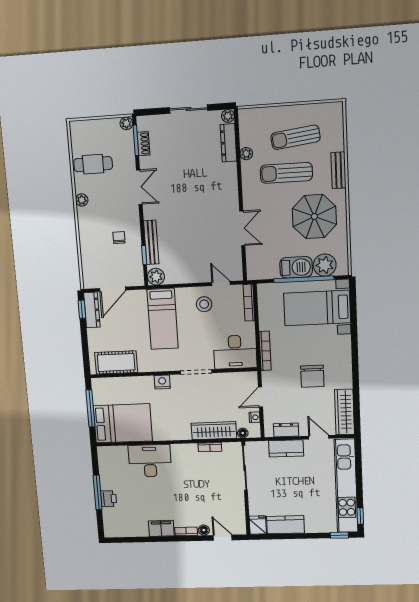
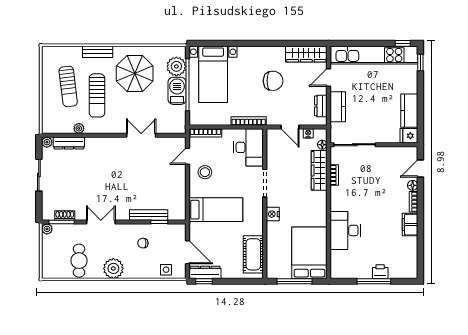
plant: (82, 200) -> (113, 268), width x1.88, depth x1.88
side table: (91, 266) -> (166, 270), added
plant: (156, 277) -> (179, 213), removed

